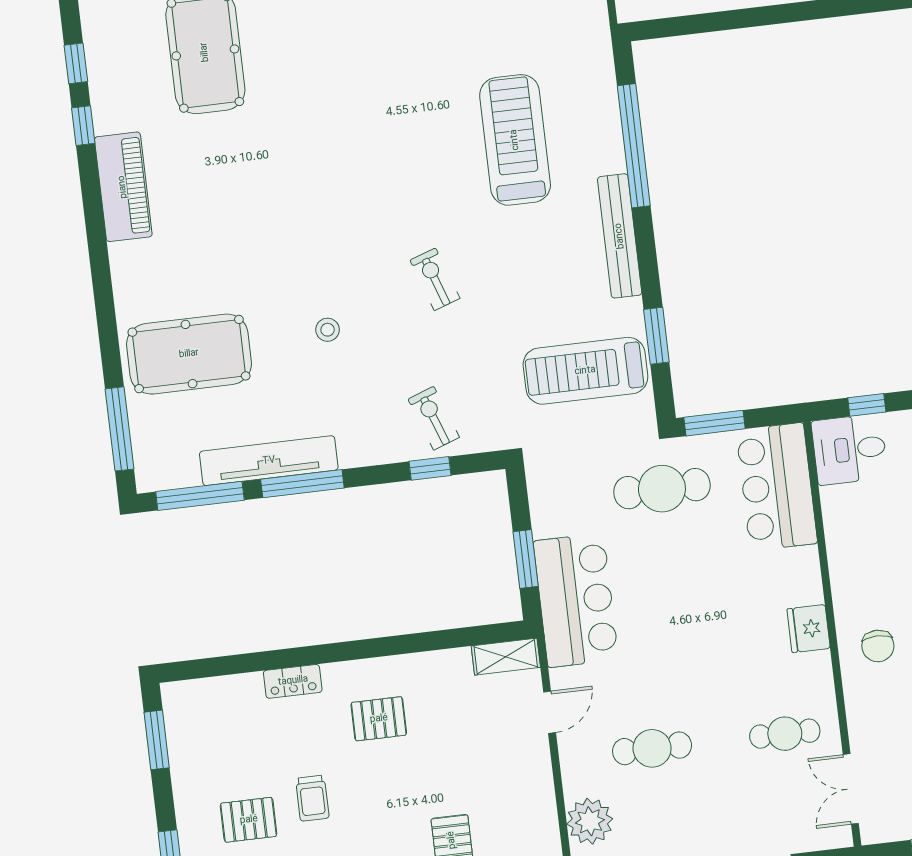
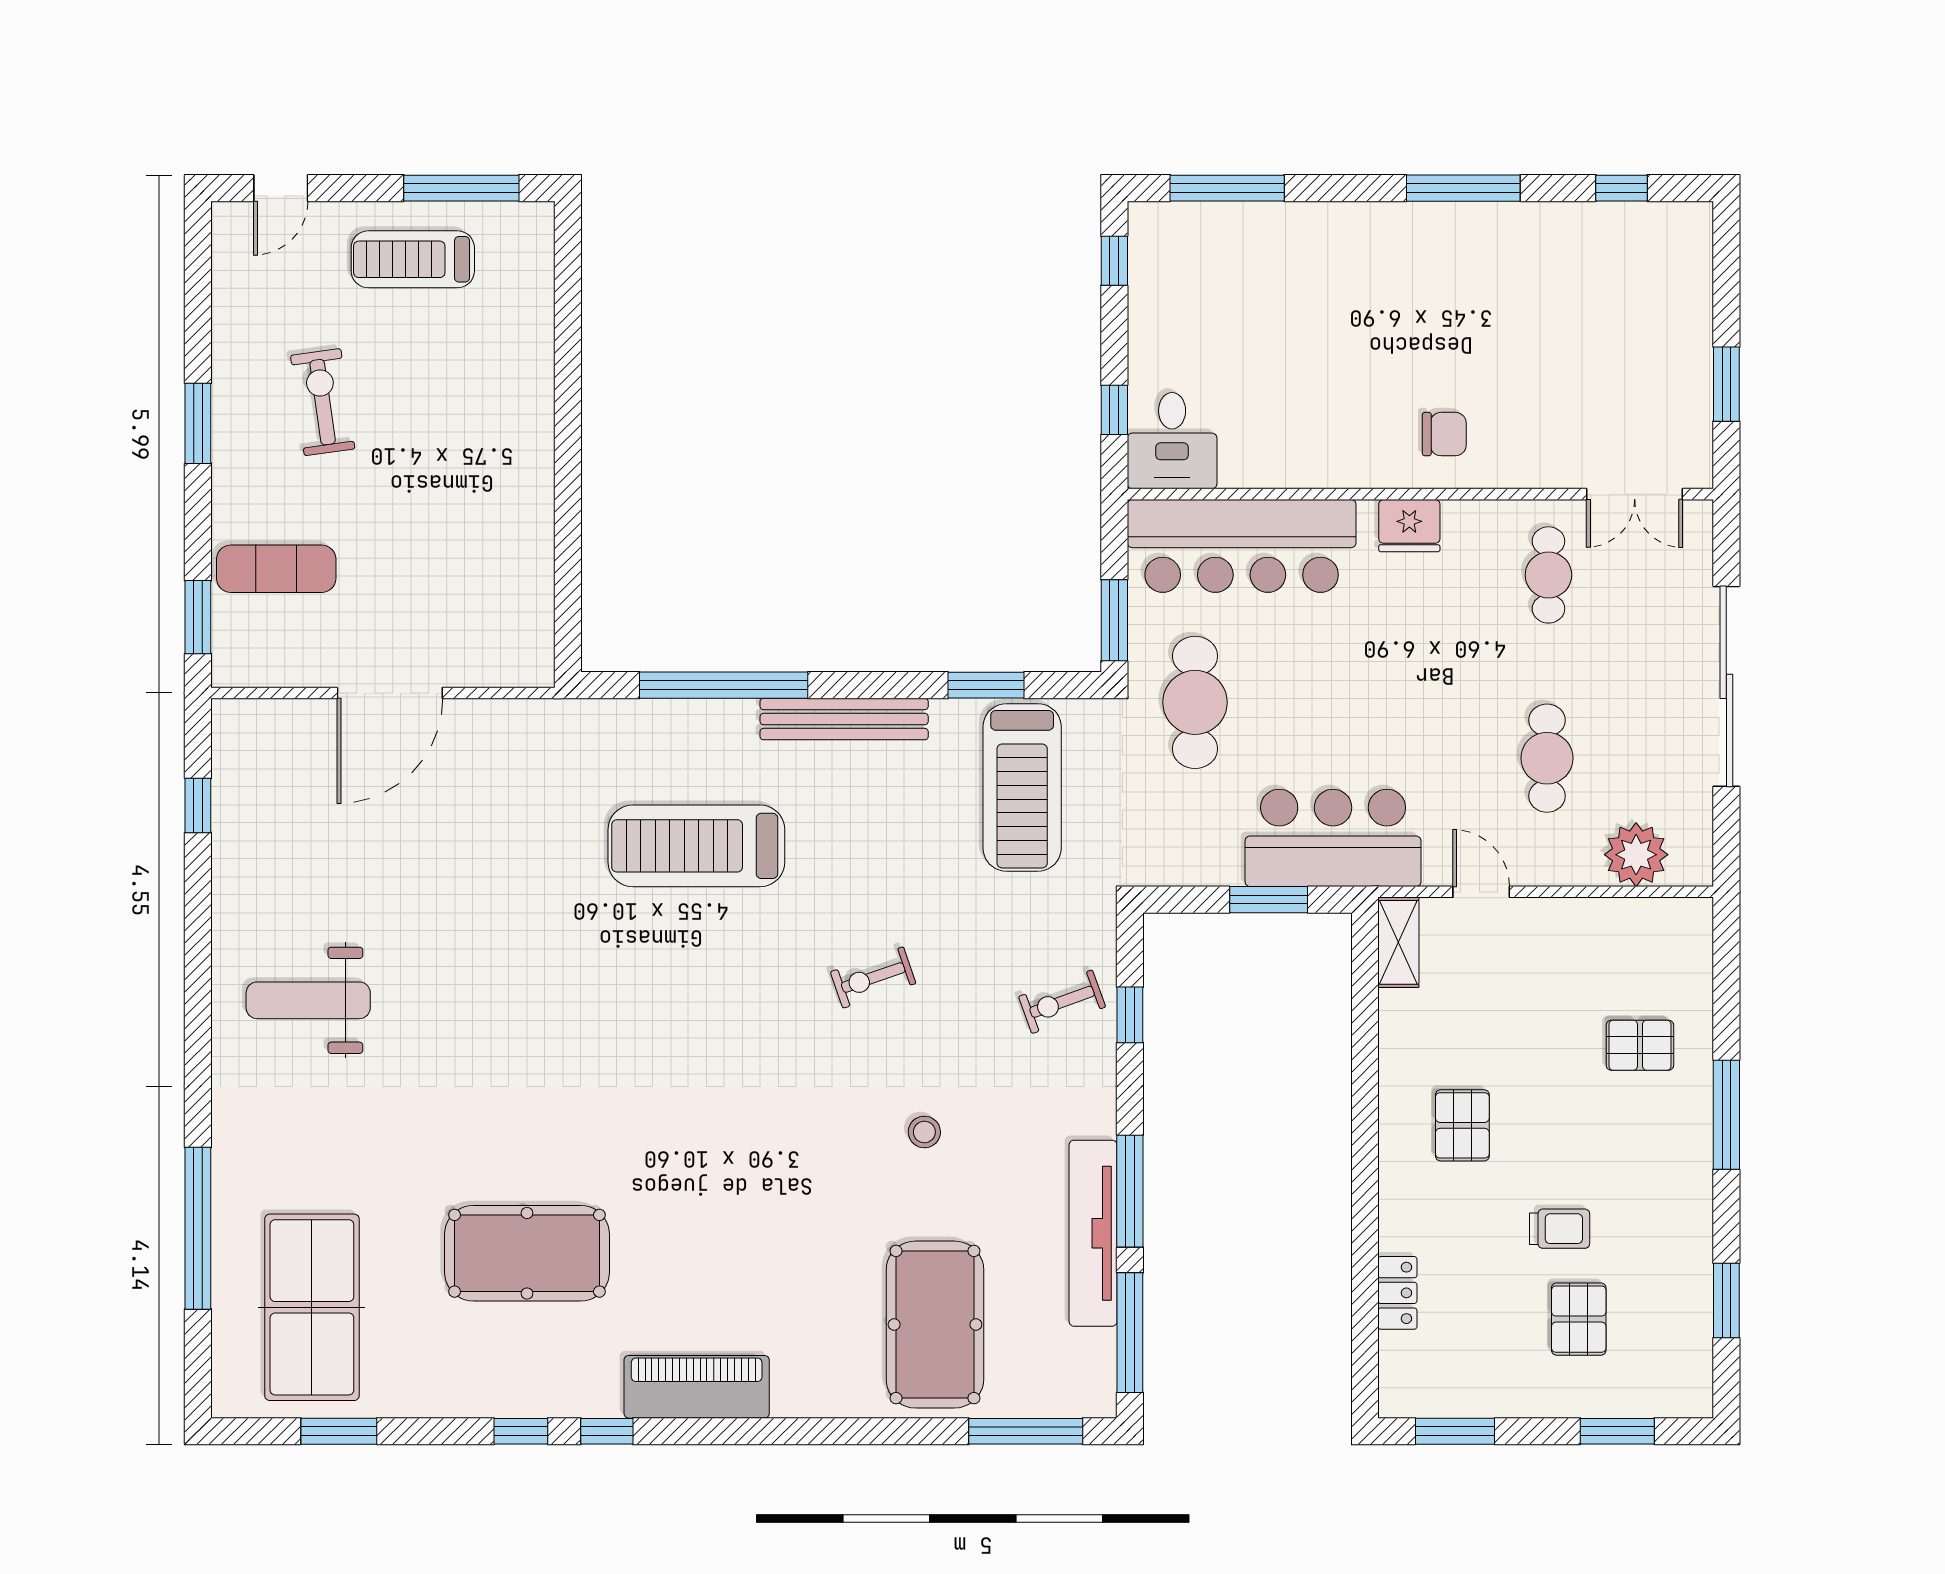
bar counter: (777, 487) -> (1242, 546), width x1.36
locker: (293, 681) -> (1397, 1293), moved

